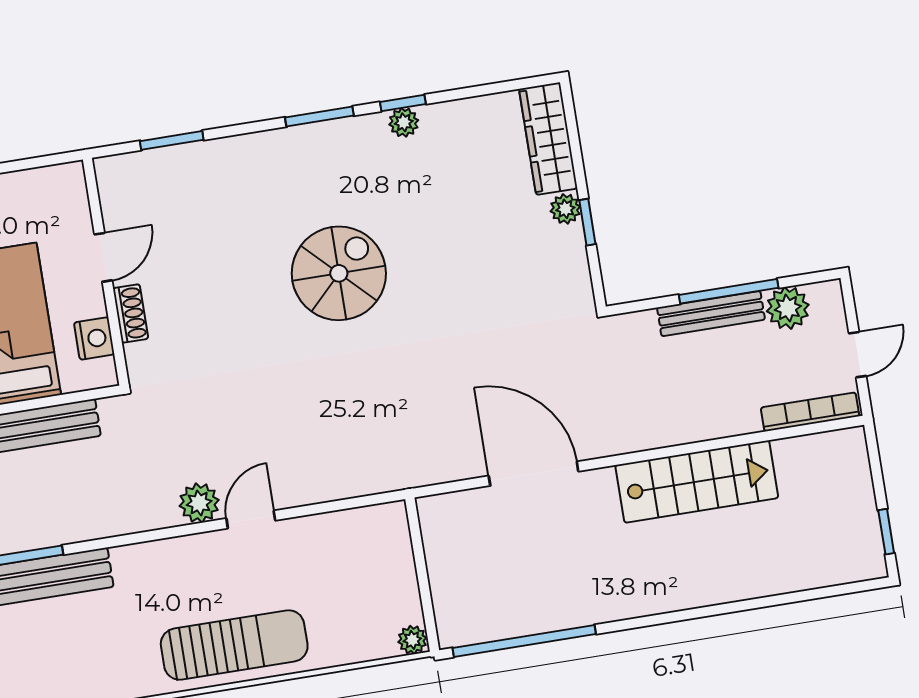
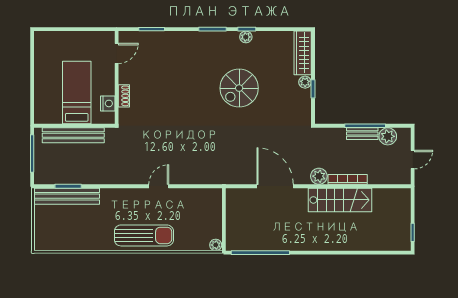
door: (103, 257) -> (117, 53), moved
spiral stairs: (339, 273) -> (239, 88), moved, turned 180
bench: (711, 314) -> (362, 134), width x0.73
bookcase: (810, 412) -> (348, 179), moved
plant: (199, 503) -> (319, 176), moved

